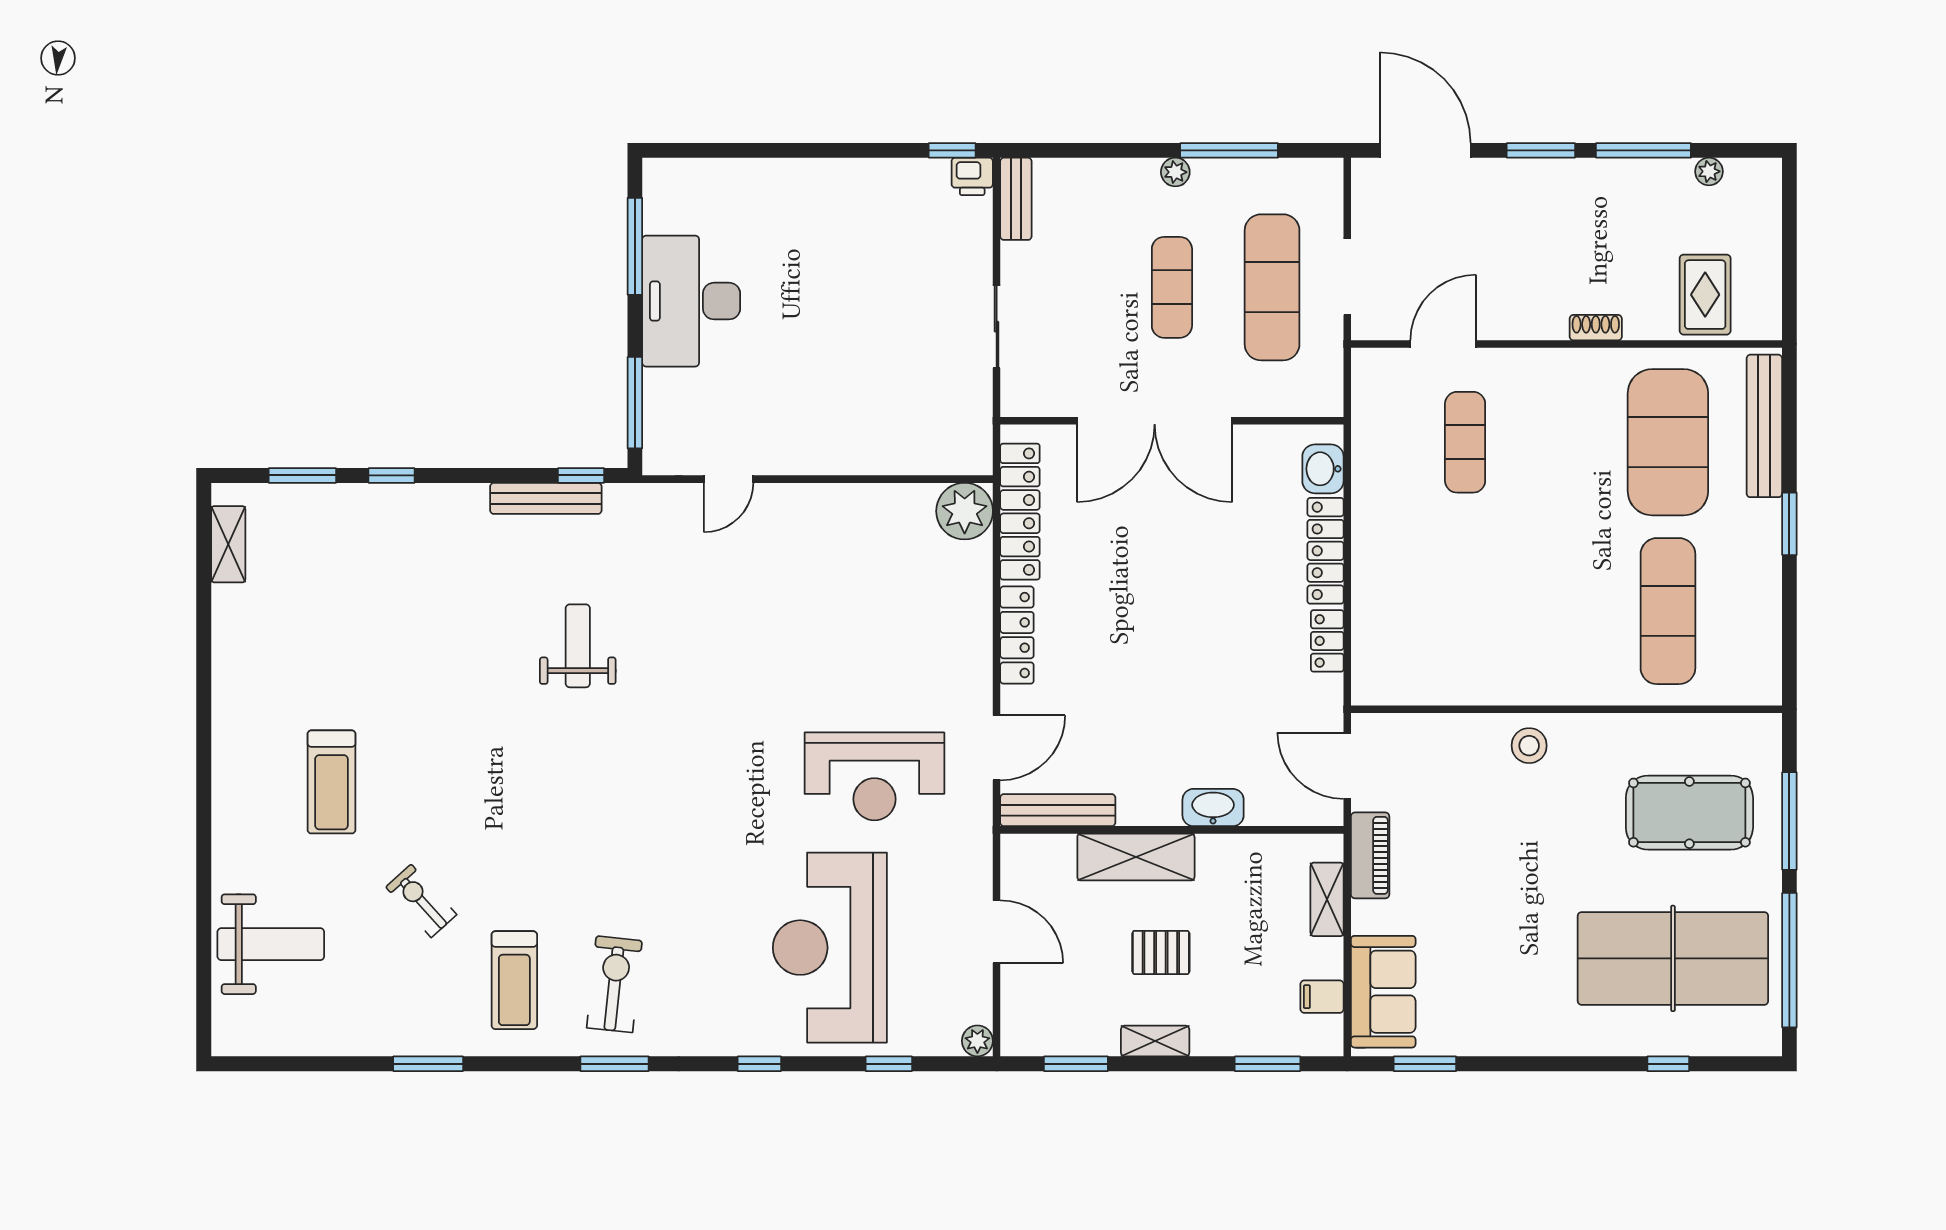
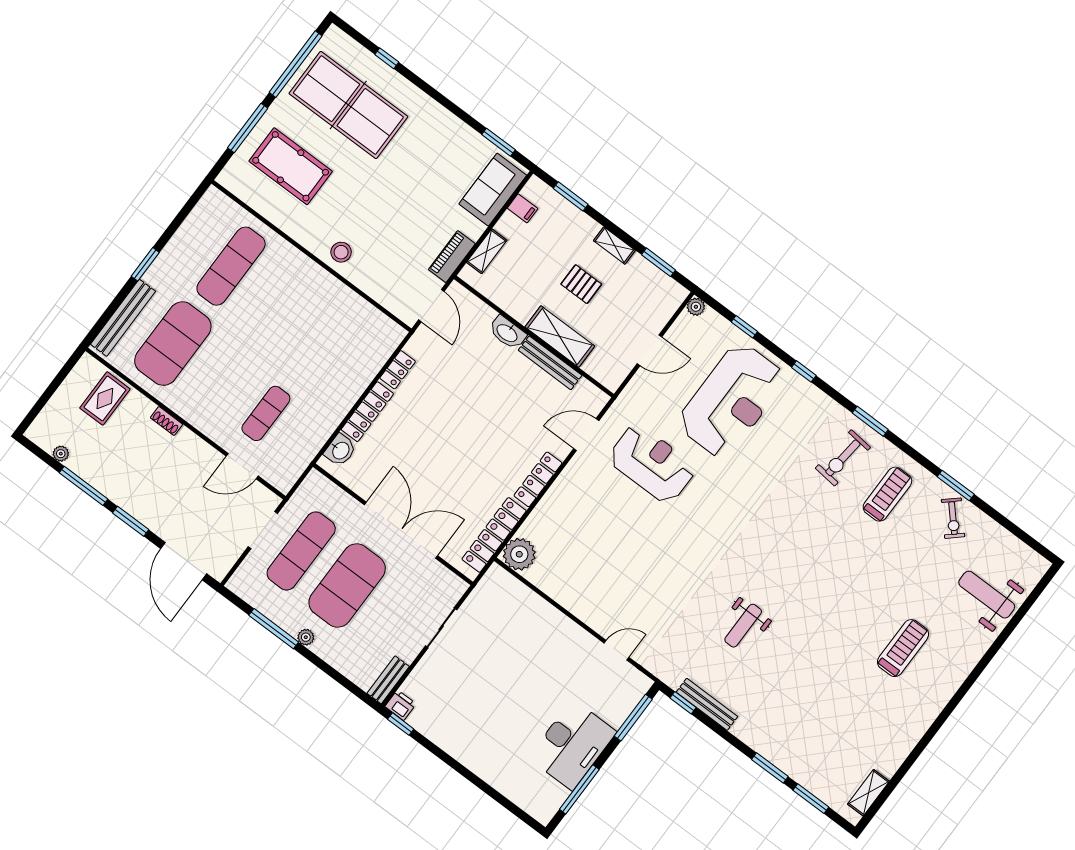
exercise mat: (1172, 287) -> (347, 585), width x2.00, depth x1.45
window: (392, 475) -> (770, 768), width x1.50
bench: (1058, 810) -> (550, 363), moved
exercise bike: (421, 901) -> (953, 518), moved
door: (997, 932) -> (650, 350), swing flipped

